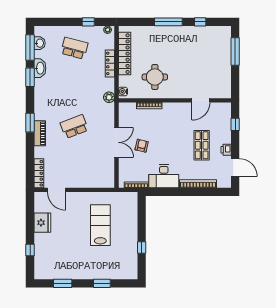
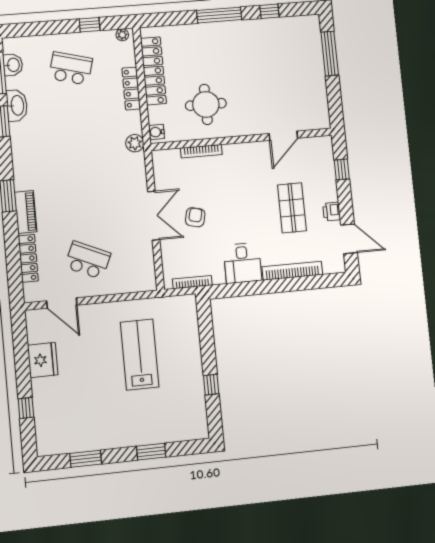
school desk: (74, 127) -> (88, 260), moved, turned 45
locker: (39, 173) -> (28, 258), moved
desk: (164, 176) -> (242, 263), width x0.73

